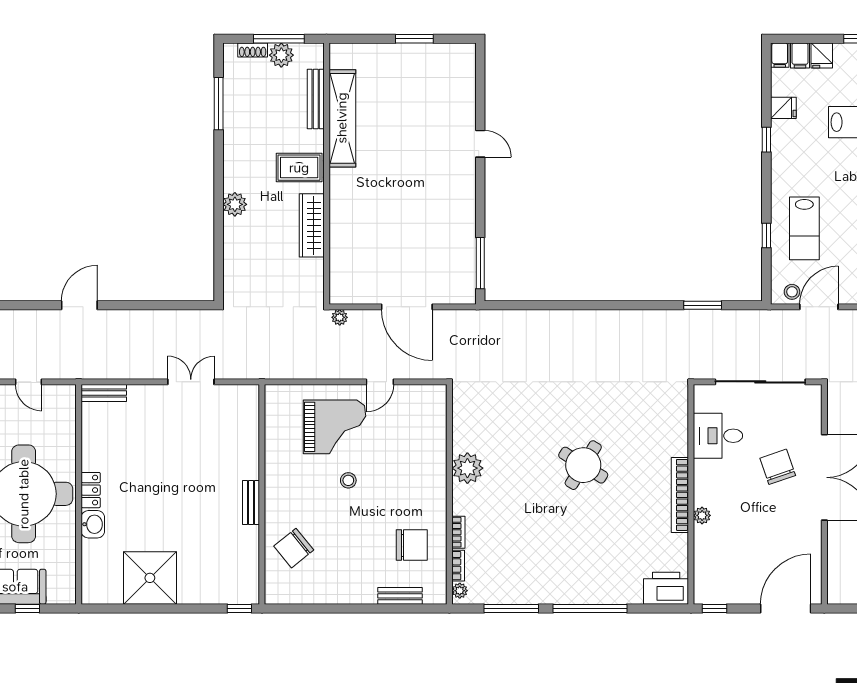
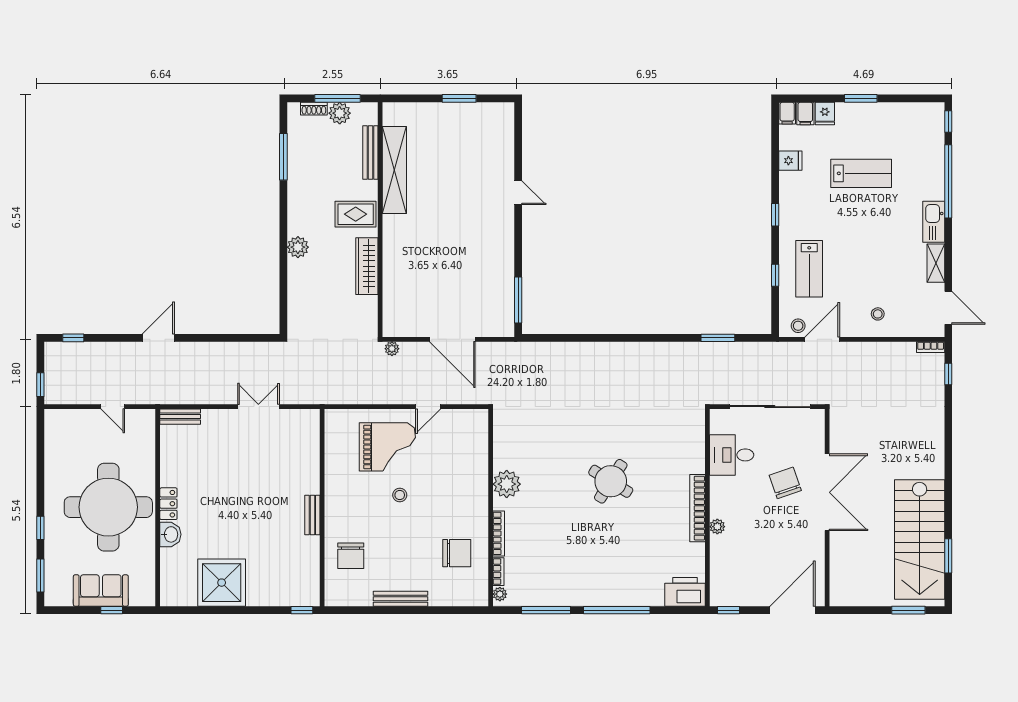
window: (766, 140) -> (775, 215), moved
bookcase: (458, 532) -> (499, 533), width x1.56
chair: (294, 548) -> (351, 556), turned -51
bench: (400, 596) -> (401, 599), moved, width x1.36

